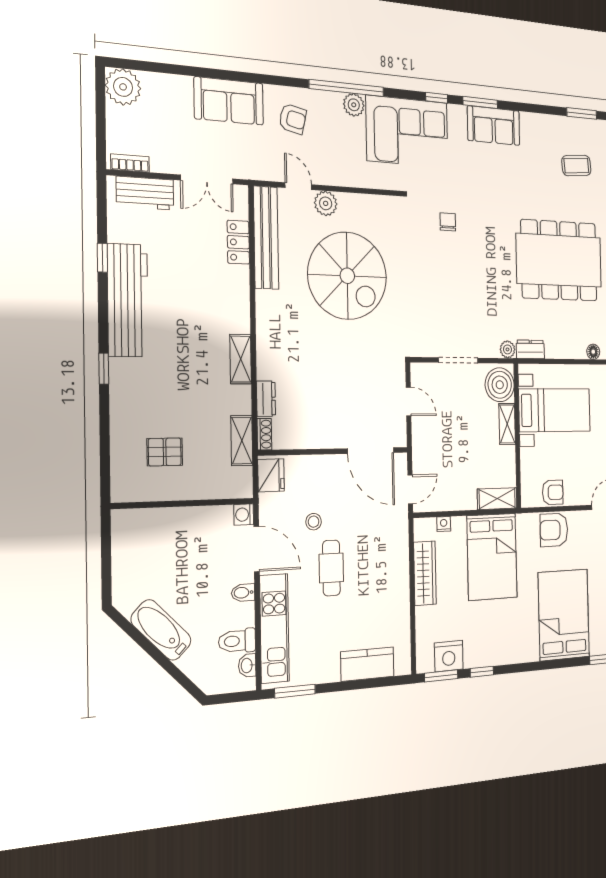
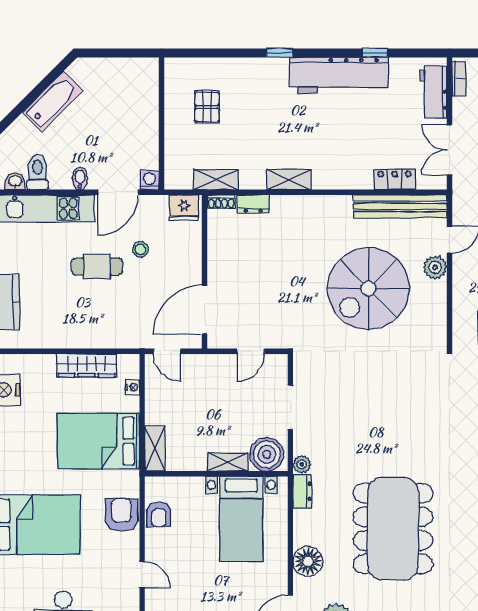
chair: (448, 222) -> (425, 399), removed
floor lamp: (593, 352) -> (308, 561), width x1.89, depth x1.89

